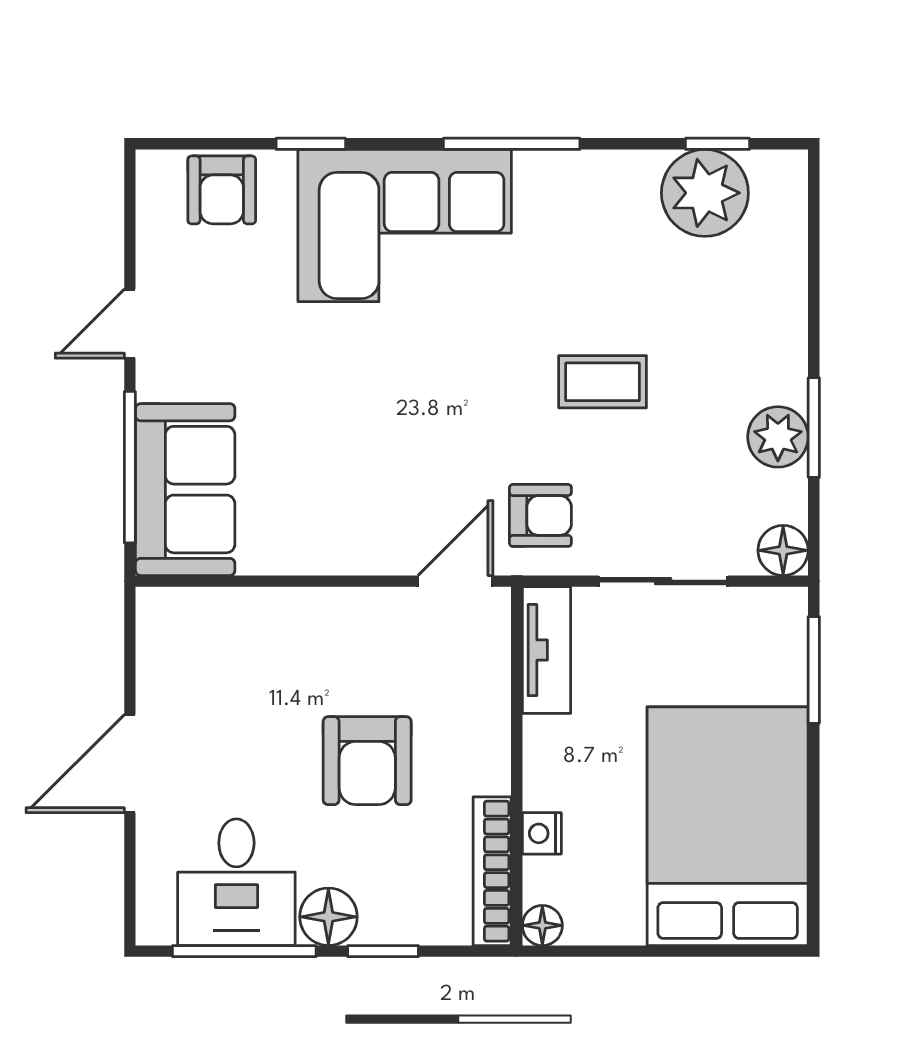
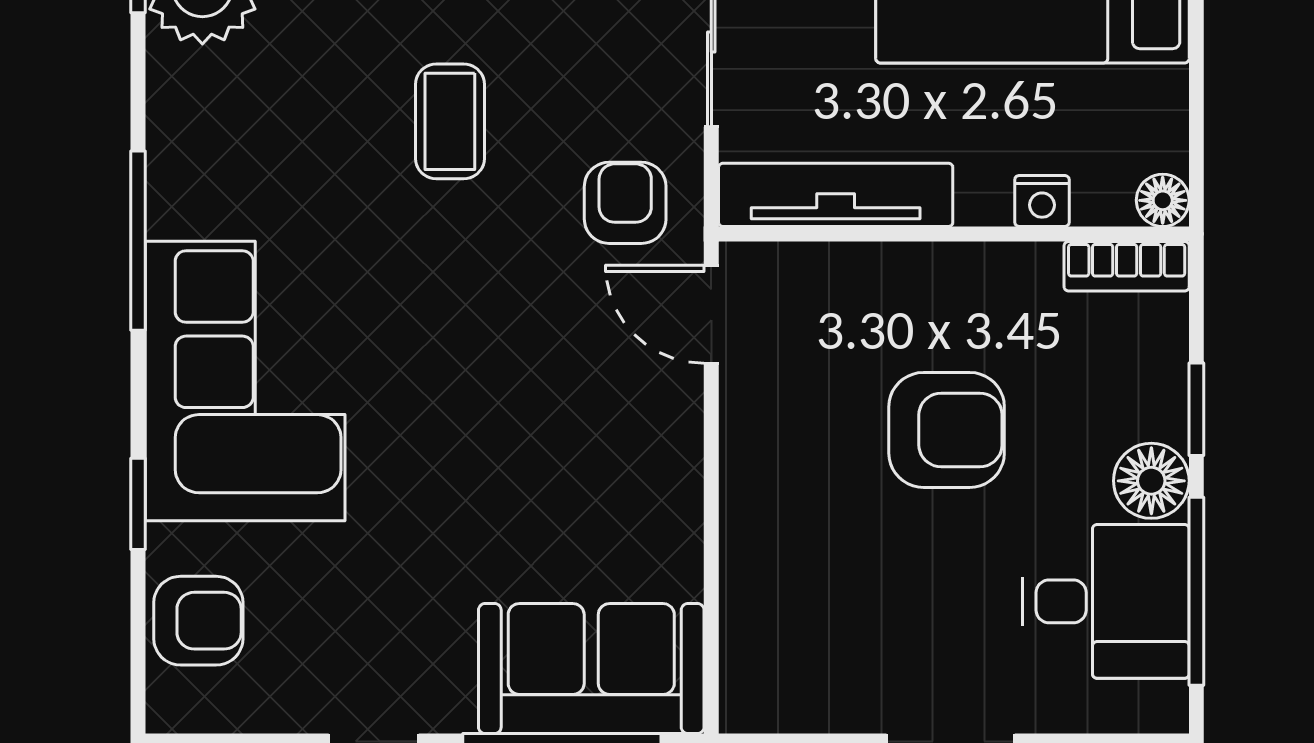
tv unit: (546, 650) -> (836, 195), width x1.41
bookcase: (492, 871) -> (1127, 266), width x0.64

